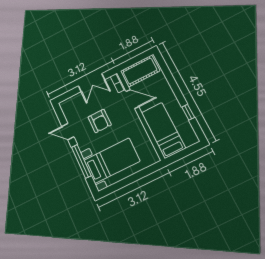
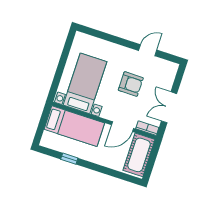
armchair: (100, 121) -> (131, 84), turned 180
window: (81, 161) -> (113, 39), removed
bed with nightstands: (112, 161) -> (85, 83), moved, turned 180

